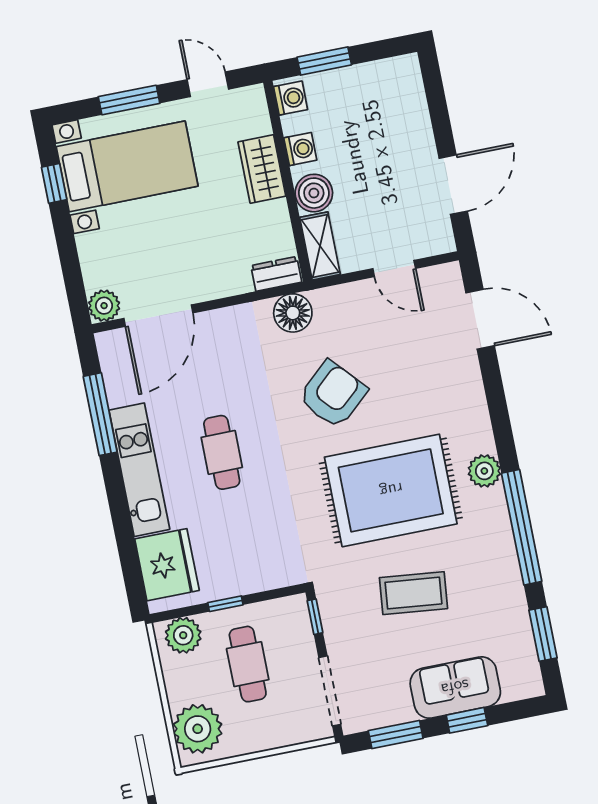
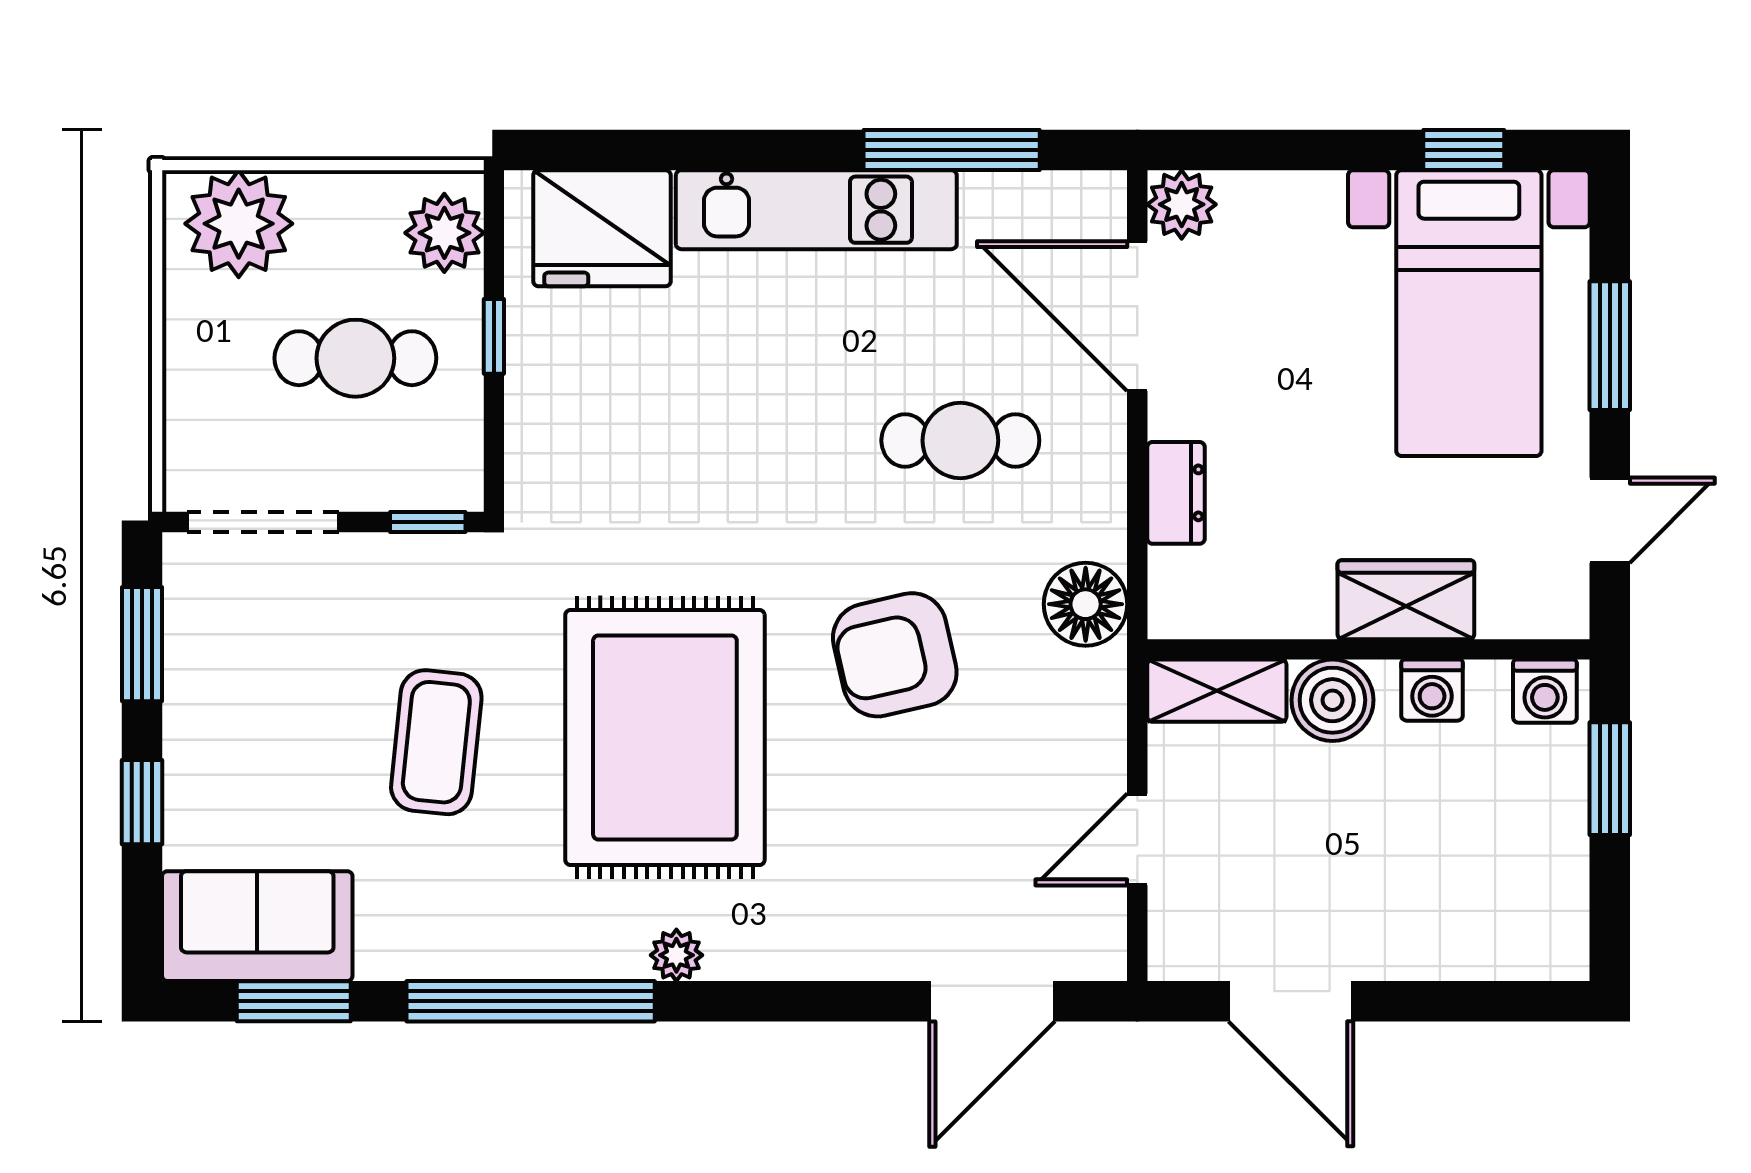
dresser: (276, 274) -> (1176, 493), moved
armchair: (333, 394) -> (895, 655), turned 119
cafe table: (222, 452) -> (960, 441), moved
plant: (484, 471) -> (676, 955), width x0.73, depth x0.73
sofa: (455, 687) -> (257, 926), moved, turned -90

